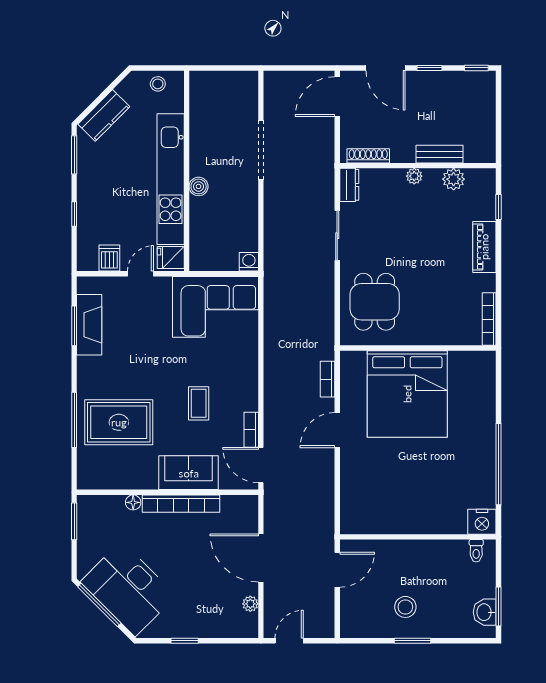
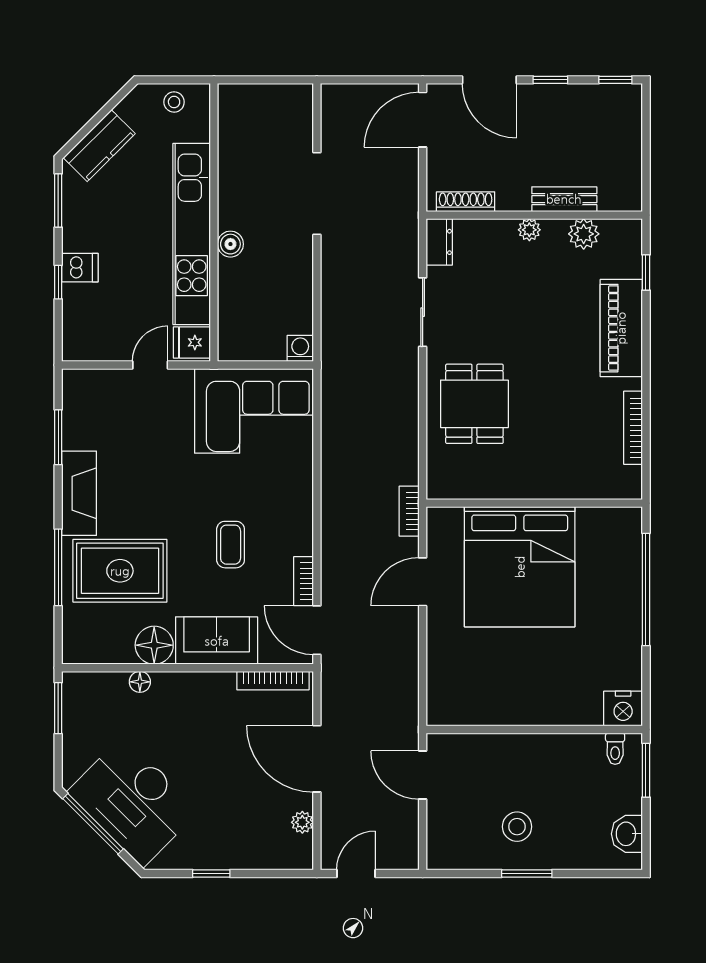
piano: (484, 247) -> (621, 328), width x1.37, depth x1.33
dishwasher: (109, 258) -> (80, 268), moved, turned 90
fireplace: (89, 325) -> (79, 493), moved
wall: (418, 348) -> (534, 503), moved
bed: (407, 394) -> (520, 567), moved
window: (498, 464) -> (646, 589), moved
floor lamp: (143, 476) -> (154, 645), added
bookcase: (181, 504) -> (273, 681), moved, width x0.68, depth x0.76
door: (337, 570) -> (423, 775), swing flipped
window: (498, 606) -> (646, 770), moved

